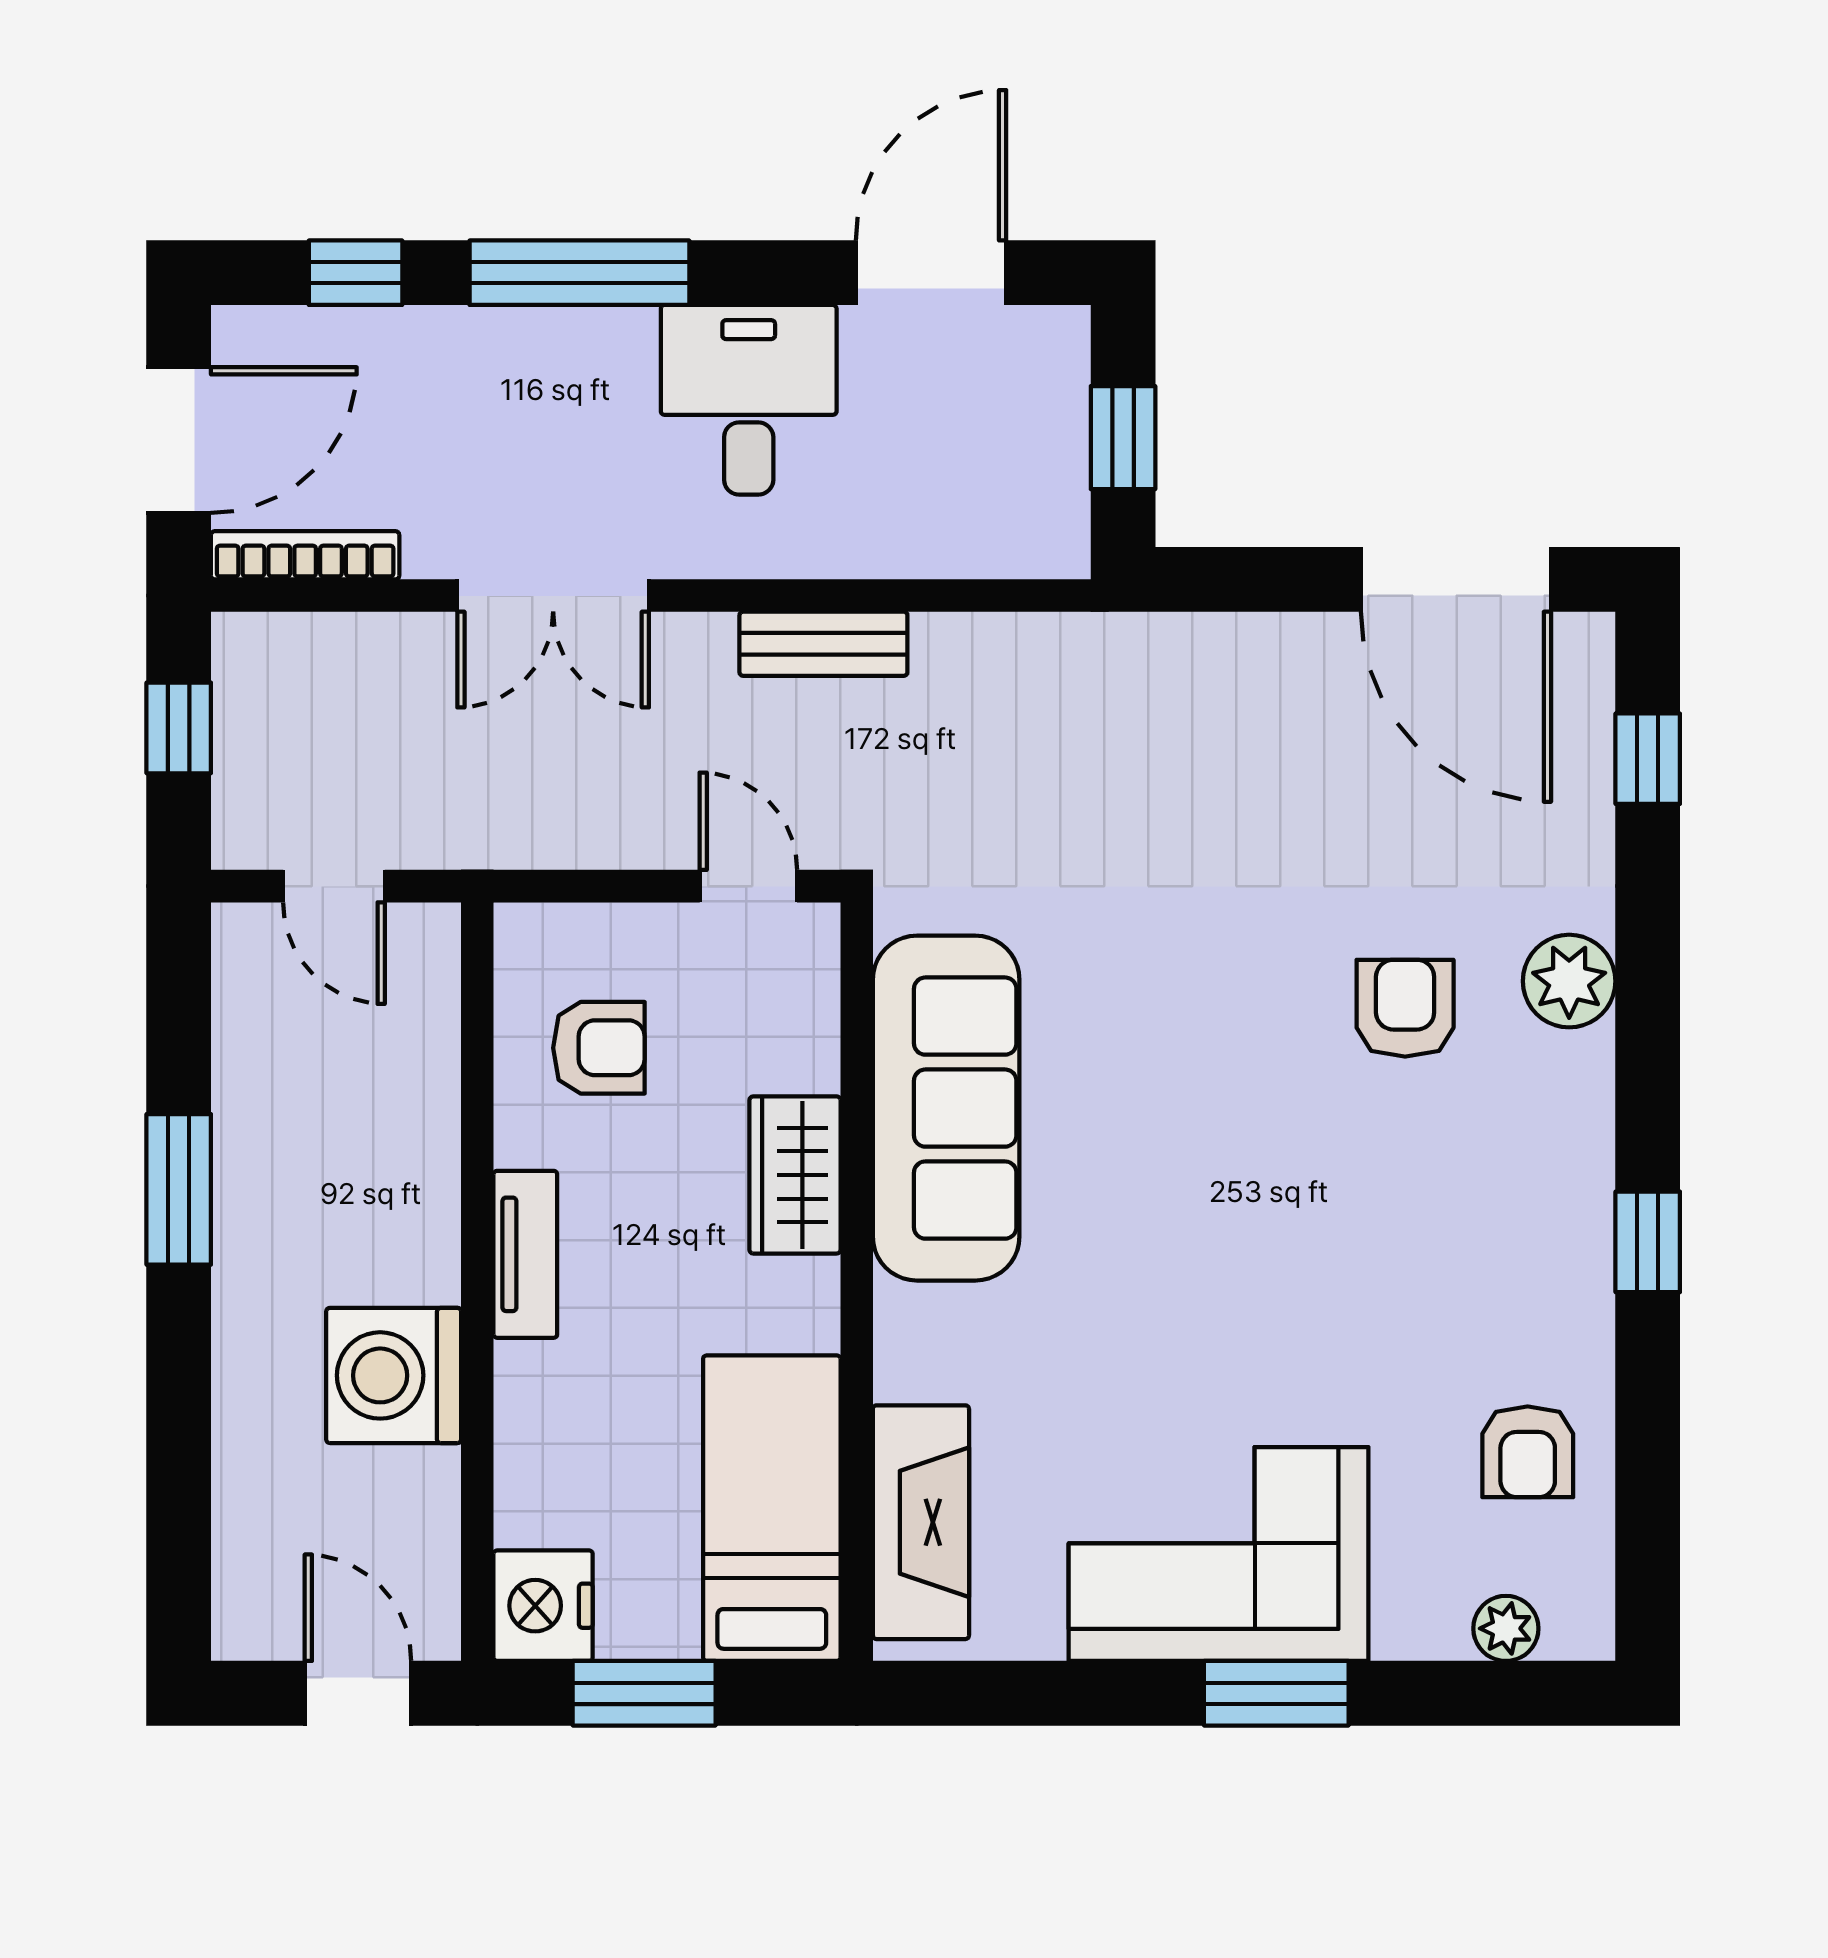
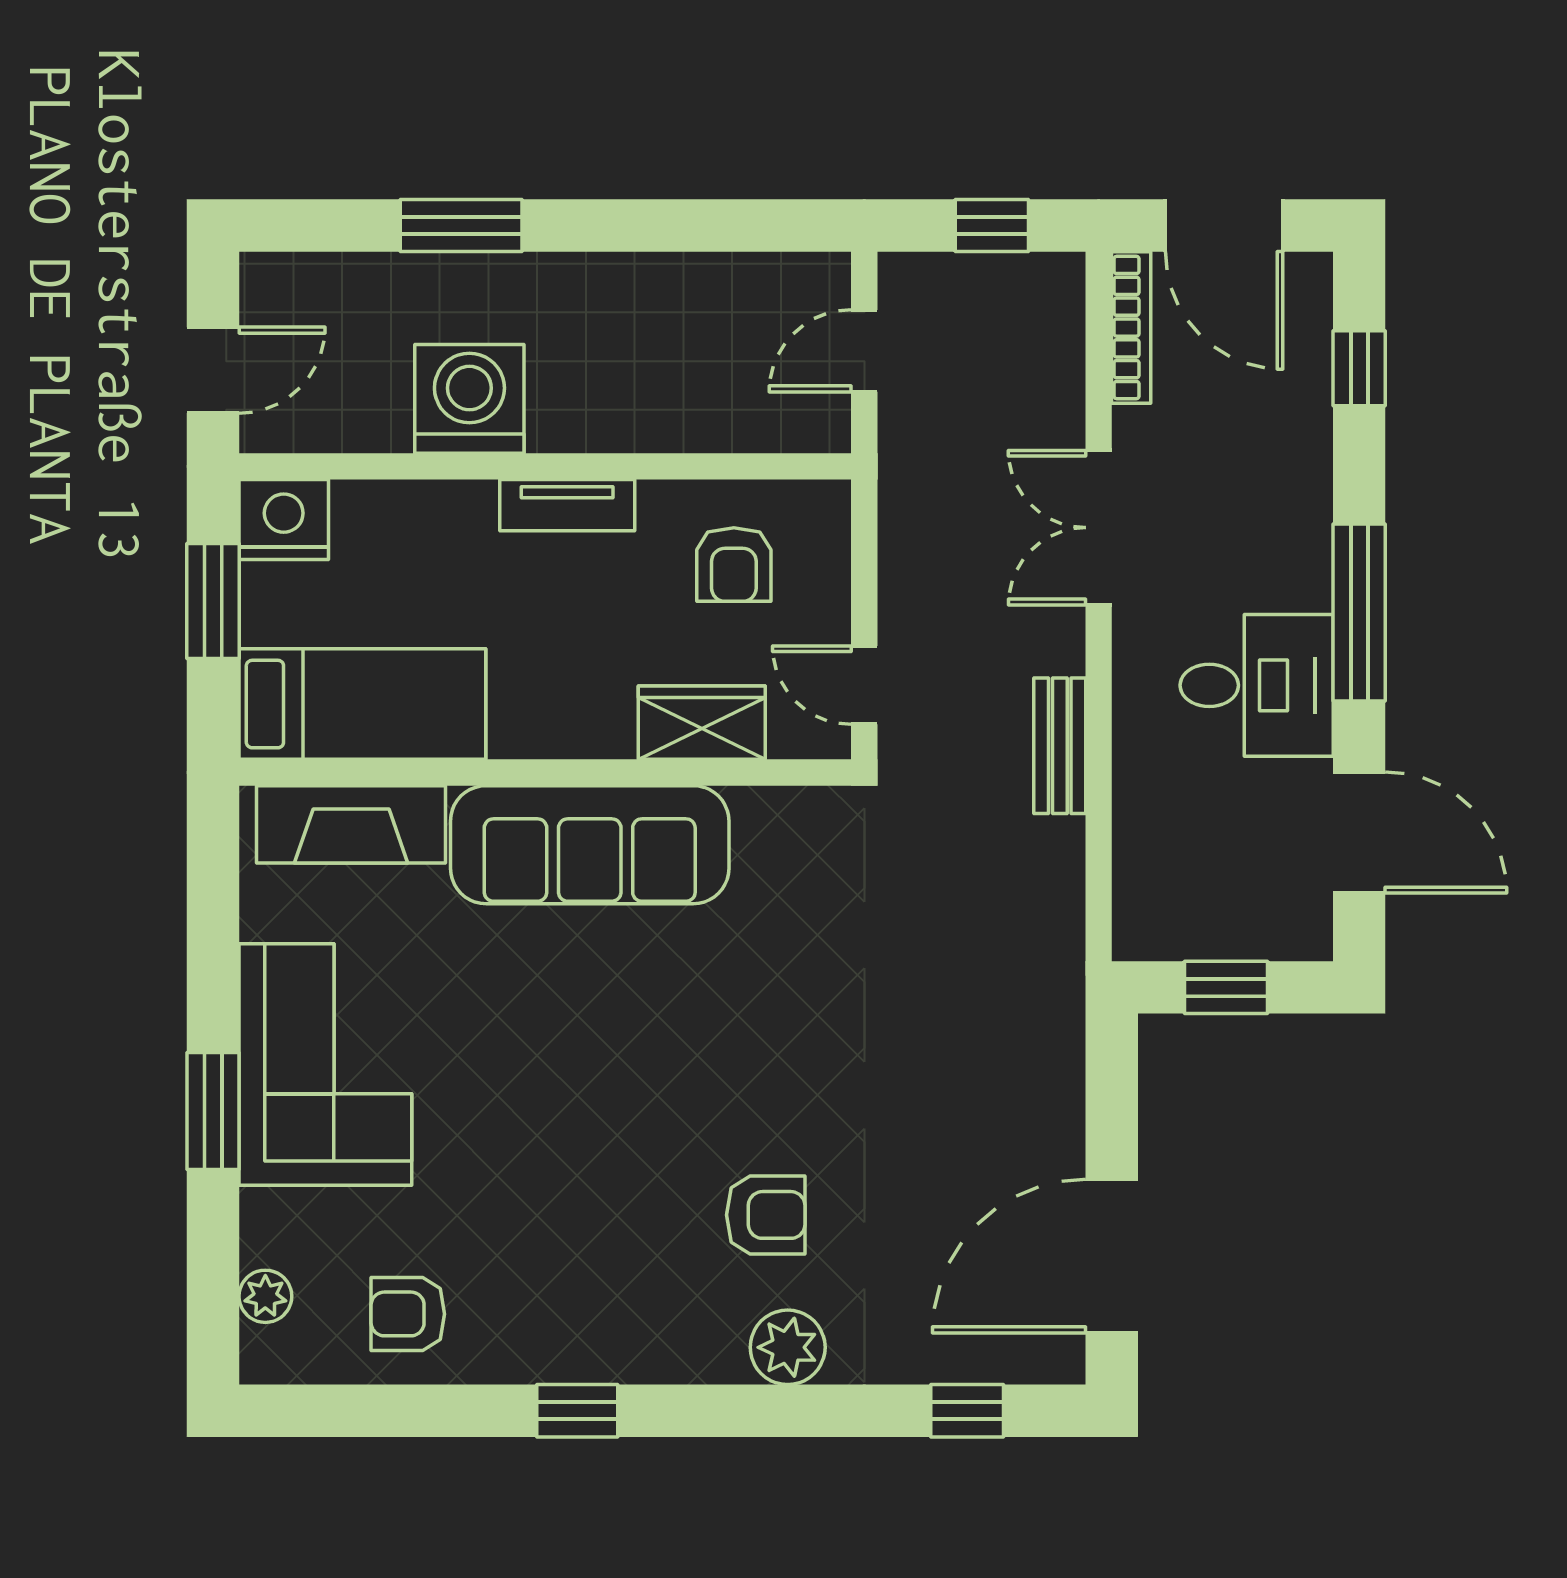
window: (579, 273) -> (1359, 613), moved
door: (748, 886) -> (864, 685), swing flipped
sofa: (946, 1108) -> (590, 845), moved
wardrobe: (795, 1175) -> (702, 723), moved
window: (179, 1189) -> (461, 225), moved

